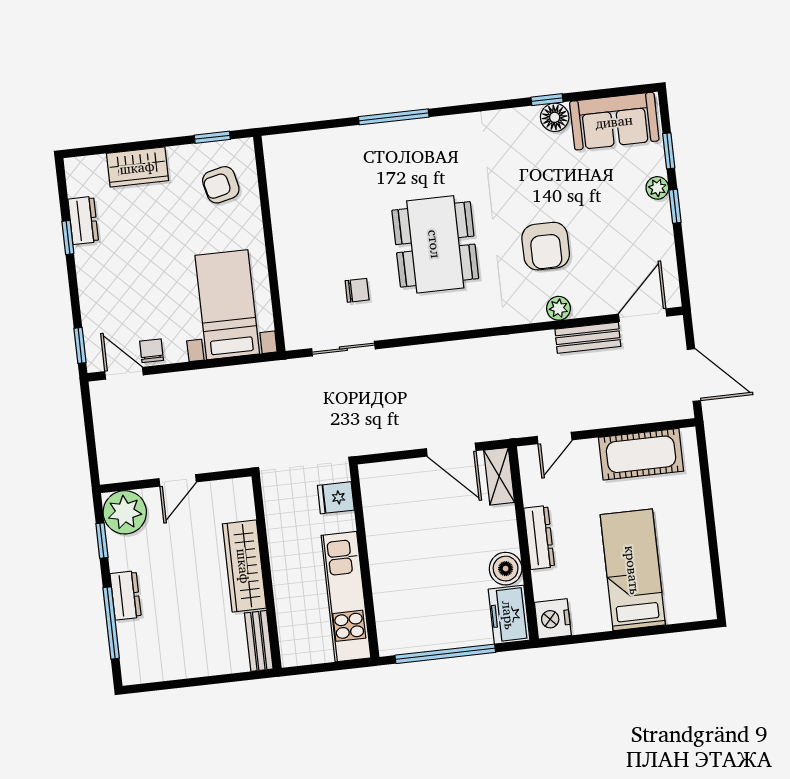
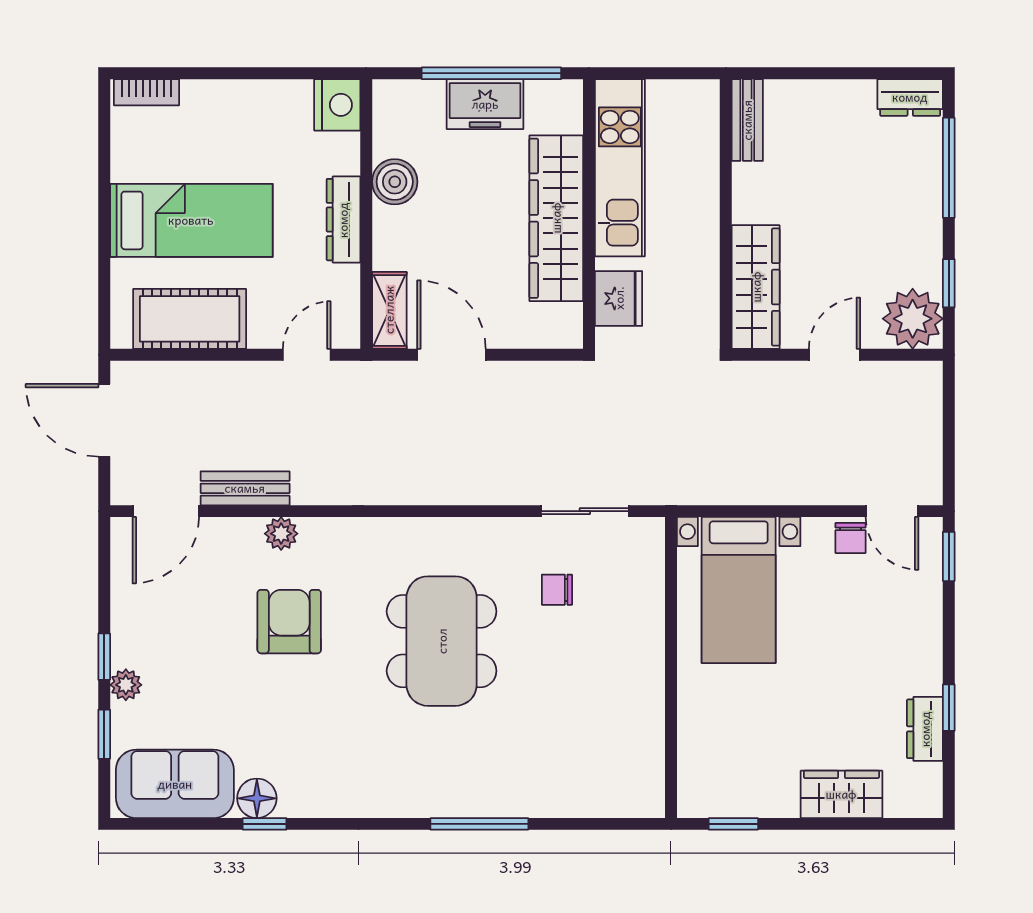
armchair: (221, 185) -> (729, 757), removed
fridge: (336, 498) -> (619, 298), width x1.38
wardrobe: (387, 556) -> (556, 218), added
wardrobe: (244, 566) -> (756, 287), moved
bed: (633, 570) -> (191, 220), moved, turned -90
dresser: (126, 595) -> (910, 97), moved, turned -90
bookcase: (690, 613) -> (147, 92), added
freezer: (509, 615) -> (485, 104), moved, turned 90

